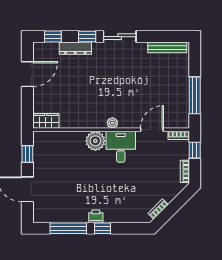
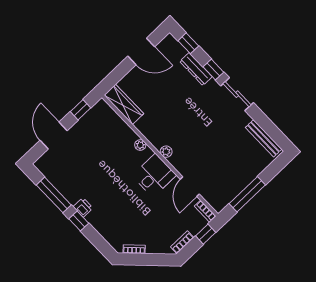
wardrobe: (46, 121) -> (124, 104), width x1.50
door: (152, 130) -> (190, 187), swing flipped
plant: (95, 141) -> (140, 145), width x0.53, depth x0.53

